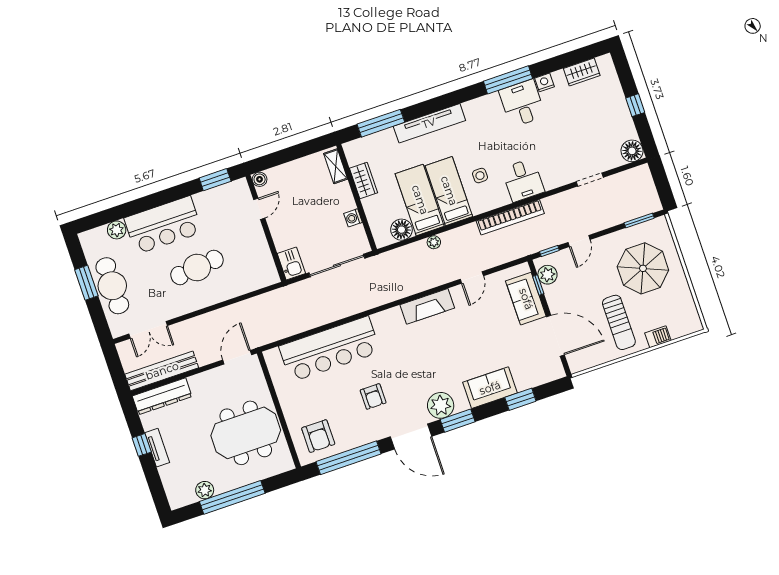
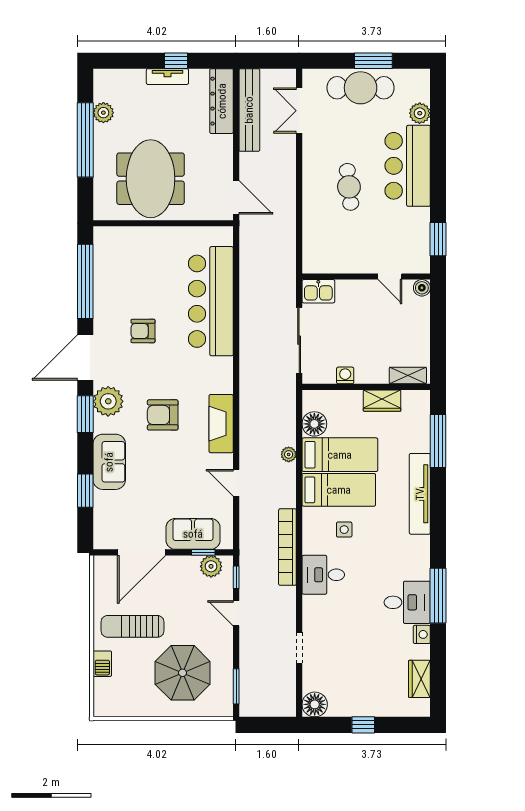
cafe table: (197, 267) -> (349, 187), width x0.73, depth x0.74
armchair: (318, 436) -> (163, 415), moved

